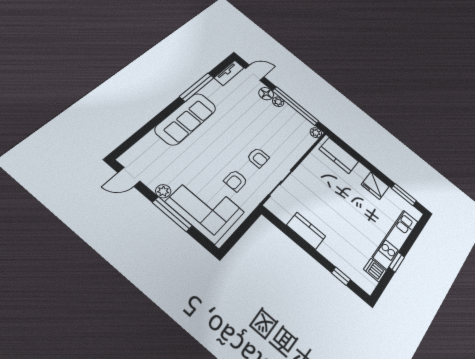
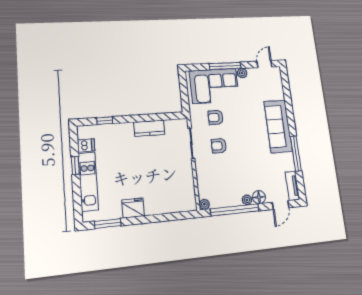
kitchen counter: (339, 155) -> (176, 204), removed
armchair: (236, 181) -> (216, 117), turned -90

